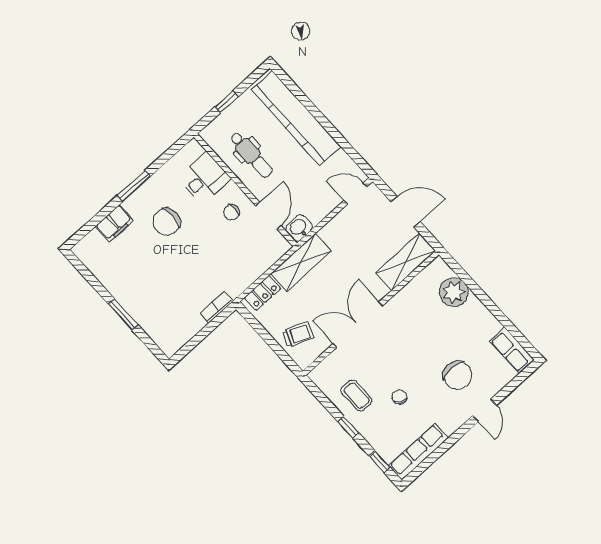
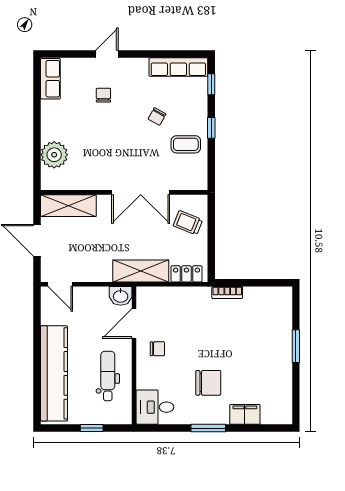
desk: (204, 178) -> (155, 407), moved
chair: (457, 375) -> (103, 95), width x0.54, depth x0.54
coffee table: (356, 396) -> (186, 144), turned 90

